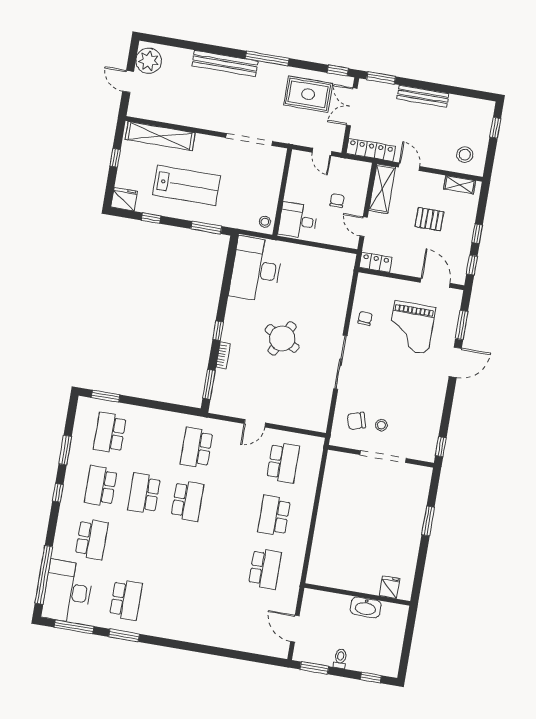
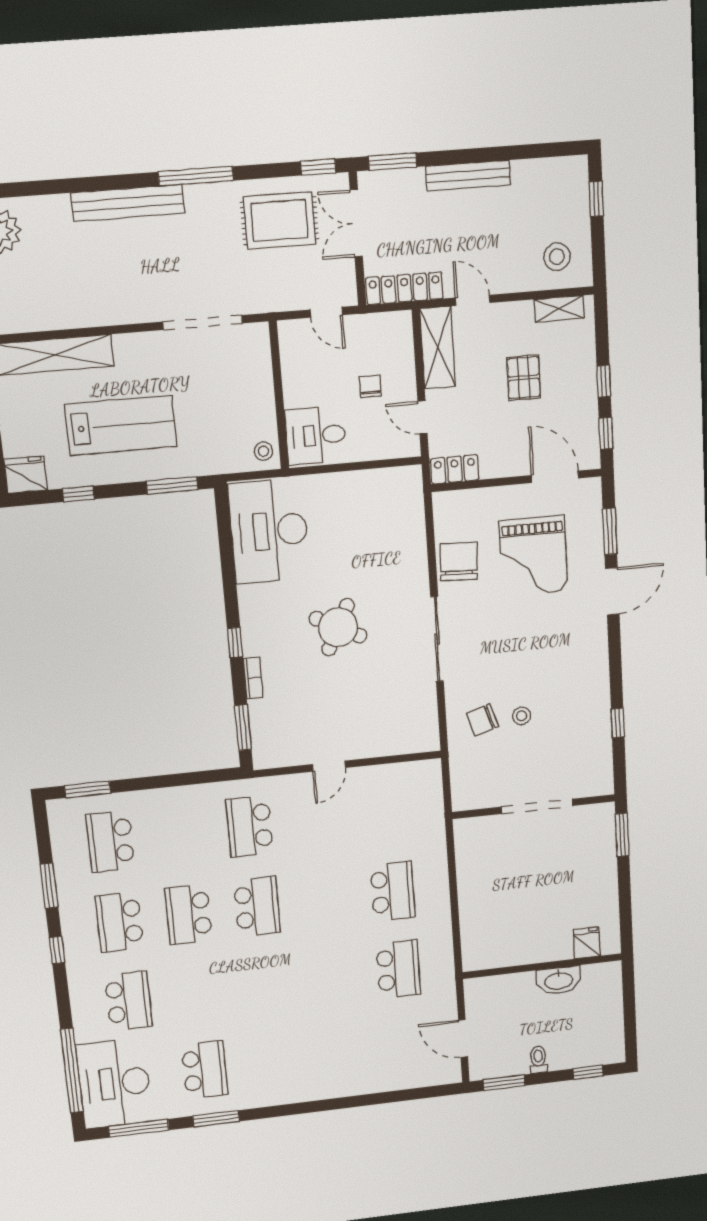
pallet: (429, 219) -> (524, 378), turned 90
chair: (365, 318) -> (459, 562), width x1.87, depth x1.87
wall: (381, 456) -> (534, 807), moved
doorway: (383, 457) -> (537, 806), moved
school desk: (283, 462) -> (387, 811), removed
school desk: (274, 516) -> (393, 891), turned 180

